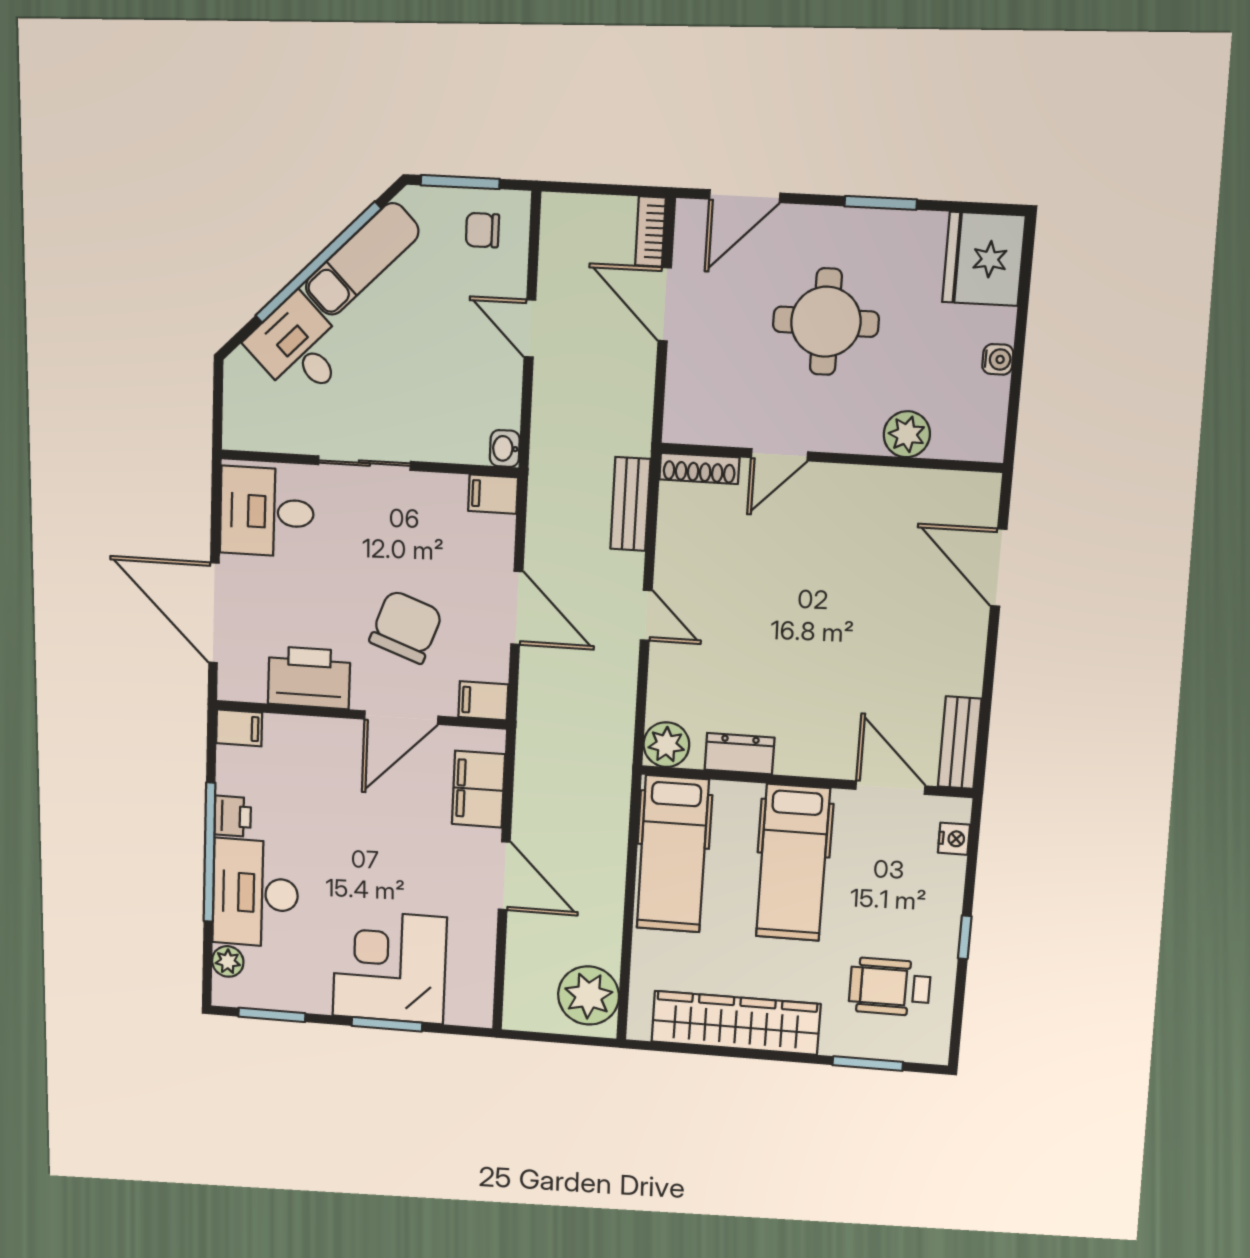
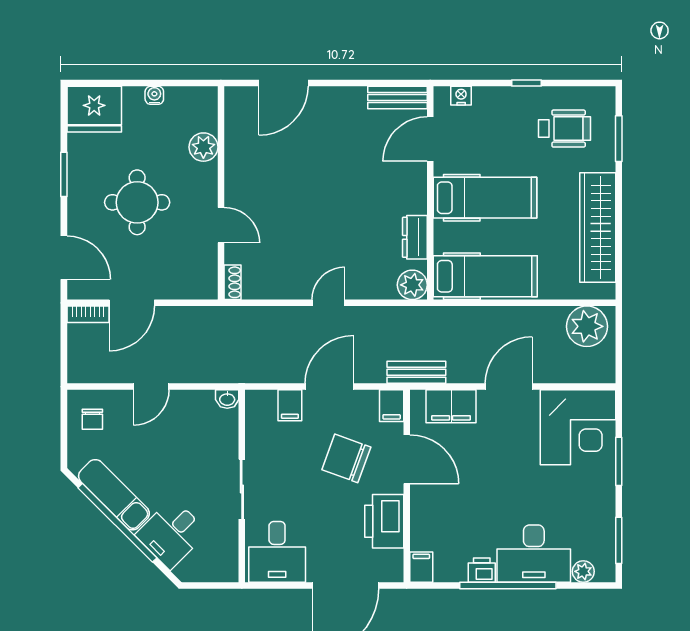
window: (460, 182) -> (64, 434), removed
shoe rack: (699, 468) -> (232, 282), width x0.70
filing cabinet: (493, 494) -> (290, 405), moved
bench: (630, 504) -> (416, 372), moved
corner desk: (390, 967) -> (578, 427), moved, turned -90
wheelchair: (890, 987) -> (564, 129), turned -90

